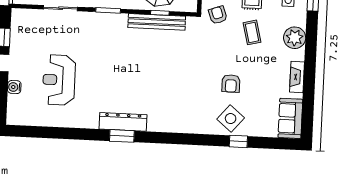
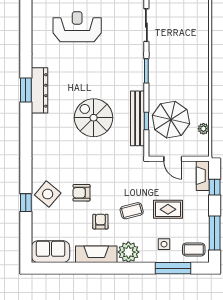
armchair: (218, 15) -> (100, 222), moved, turned -70
spiral stairs: (154, 67) -> (94, 118), added
fireplace: (297, 77) -> (96, 254), width x1.37, depth x1.32

